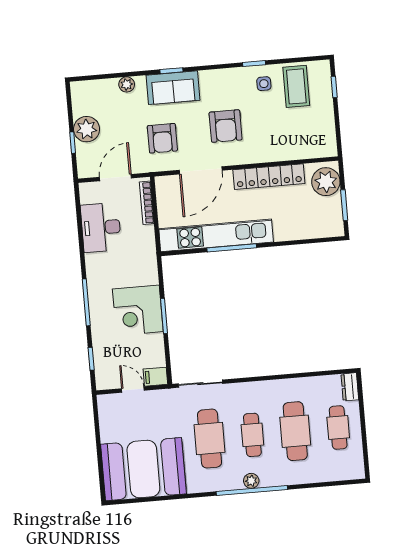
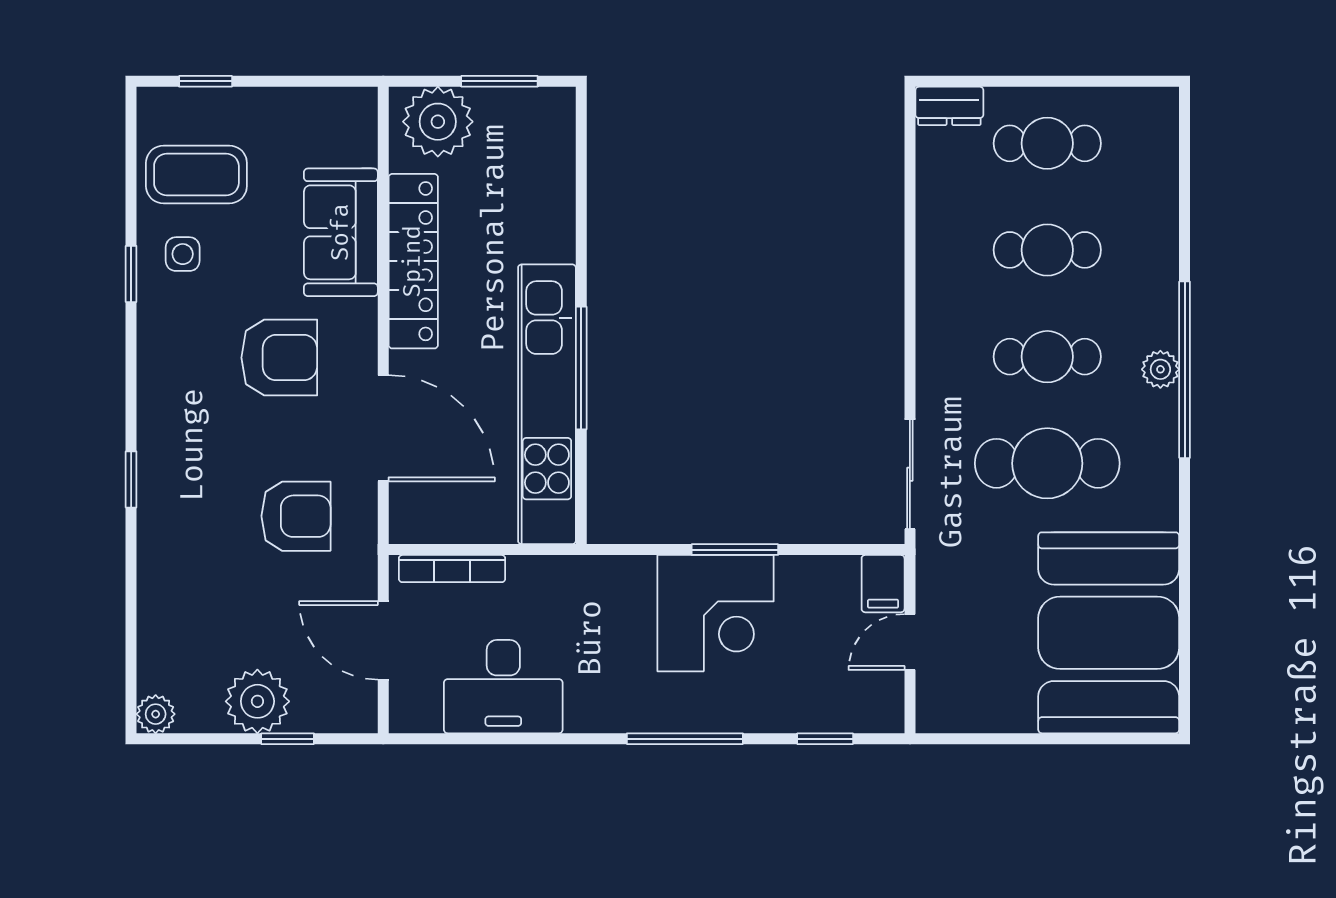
plant: (127, 84) -> (156, 714), moved
sofa: (173, 88) -> (341, 232), moved, turned 180
cafe table: (295, 431) -> (1047, 250), width x0.73, depth x0.74

